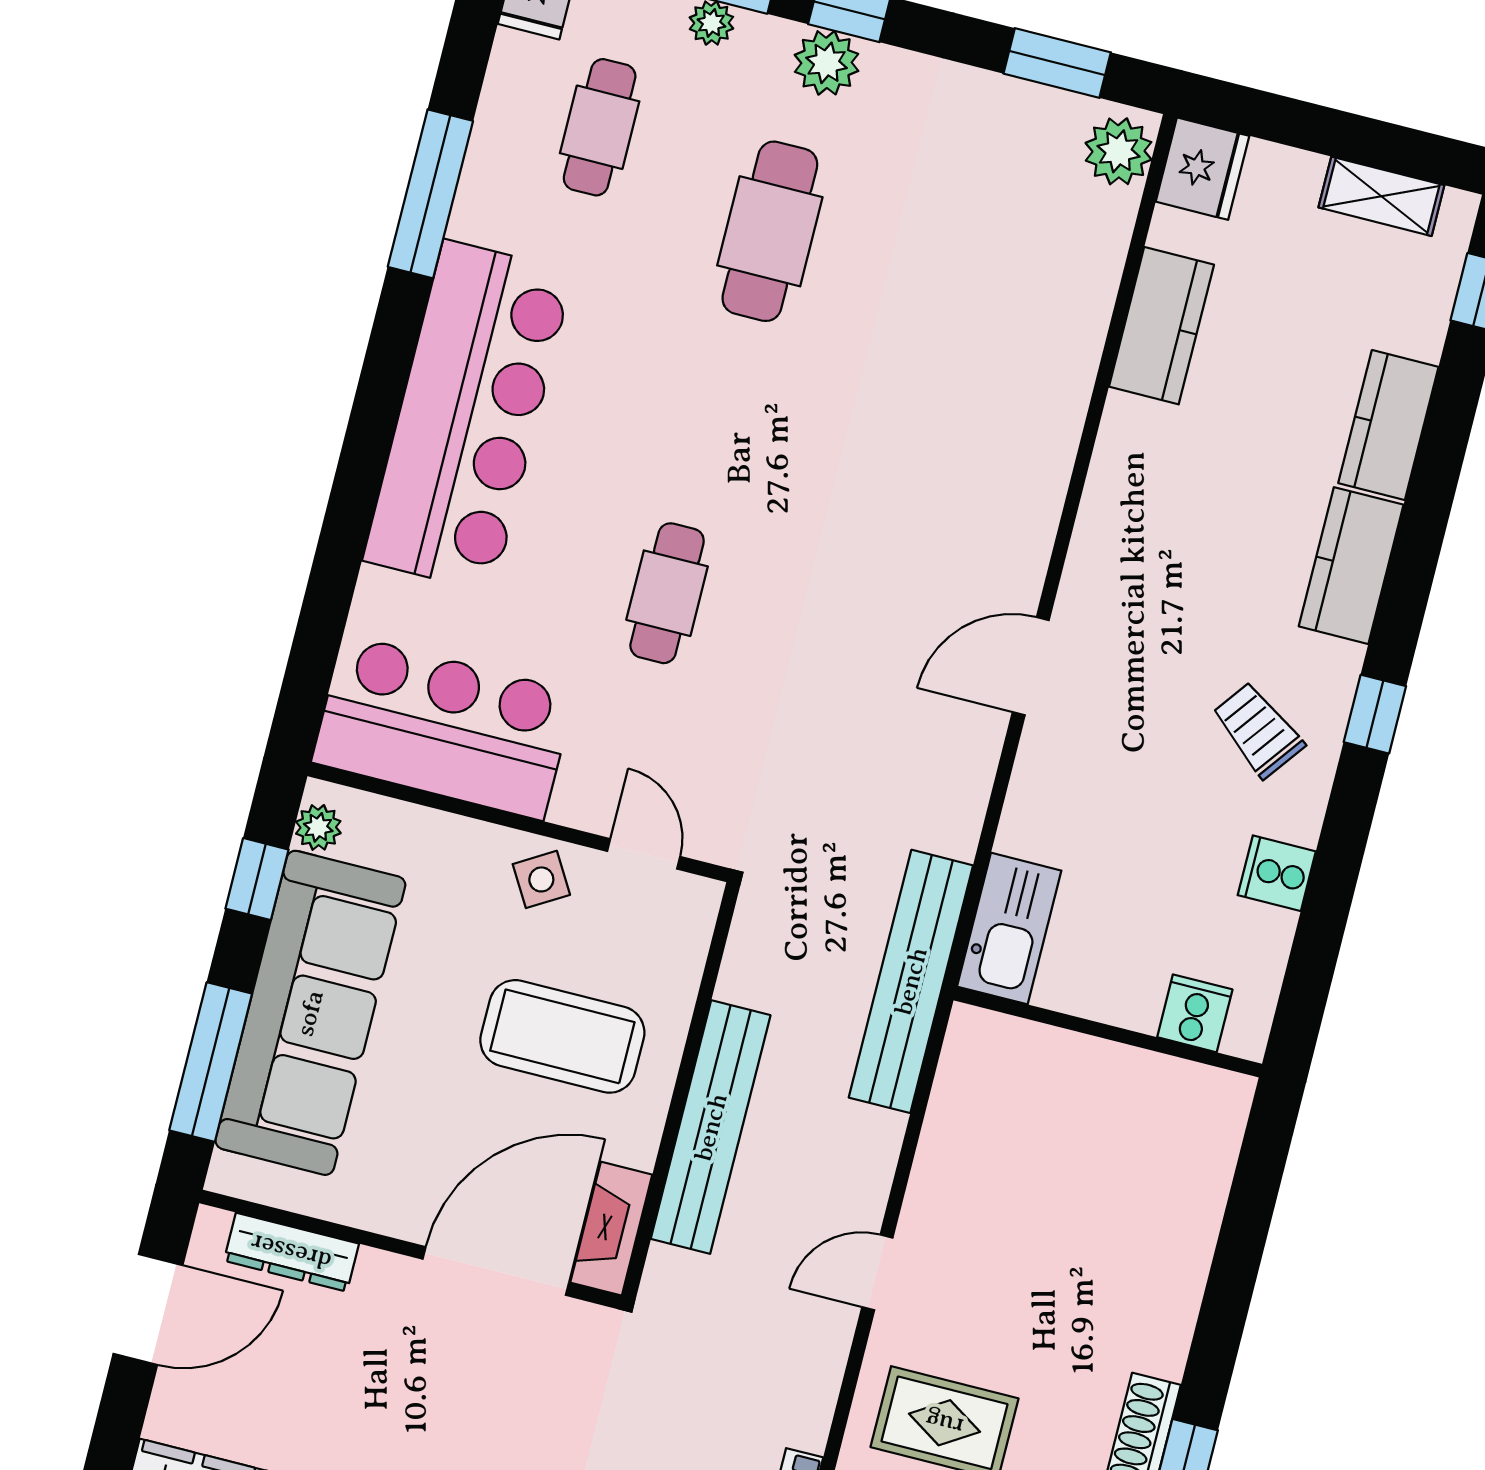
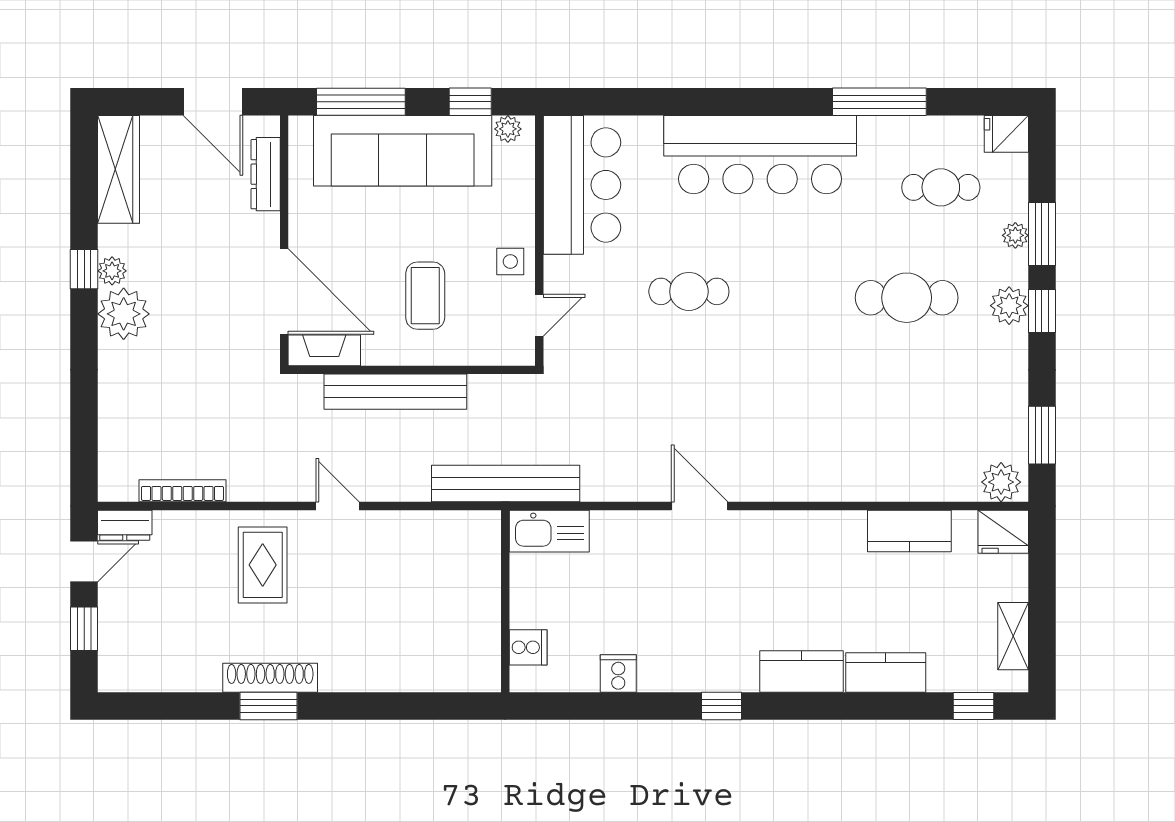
trolley: (1258, 730) -> (696, 643), removed
side table: (541, 879) -> (510, 262), turned 31
coffee table: (562, 1036) -> (425, 296), width x0.73, depth x0.76

